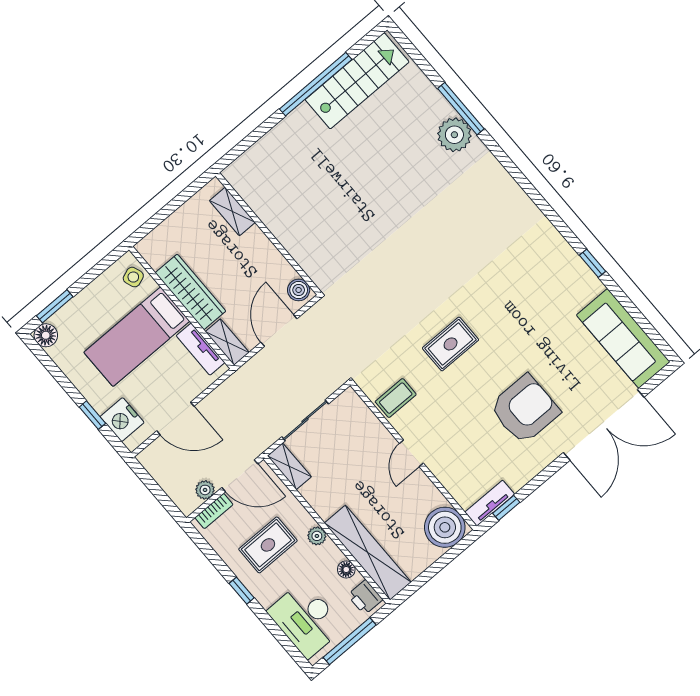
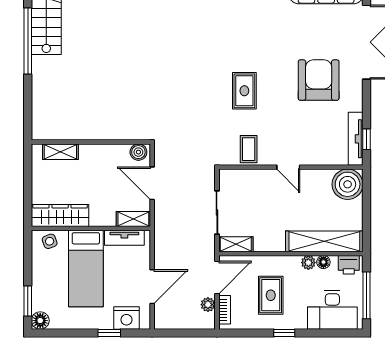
wardrobe: (190, 292) -> (60, 216), moved
tv unit: (490, 503) -> (356, 139), width x1.41
plant: (317, 536) -> (308, 263), moved

